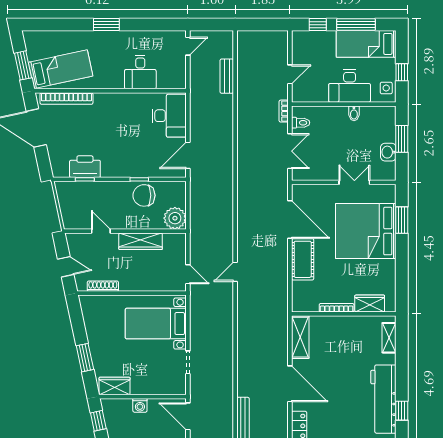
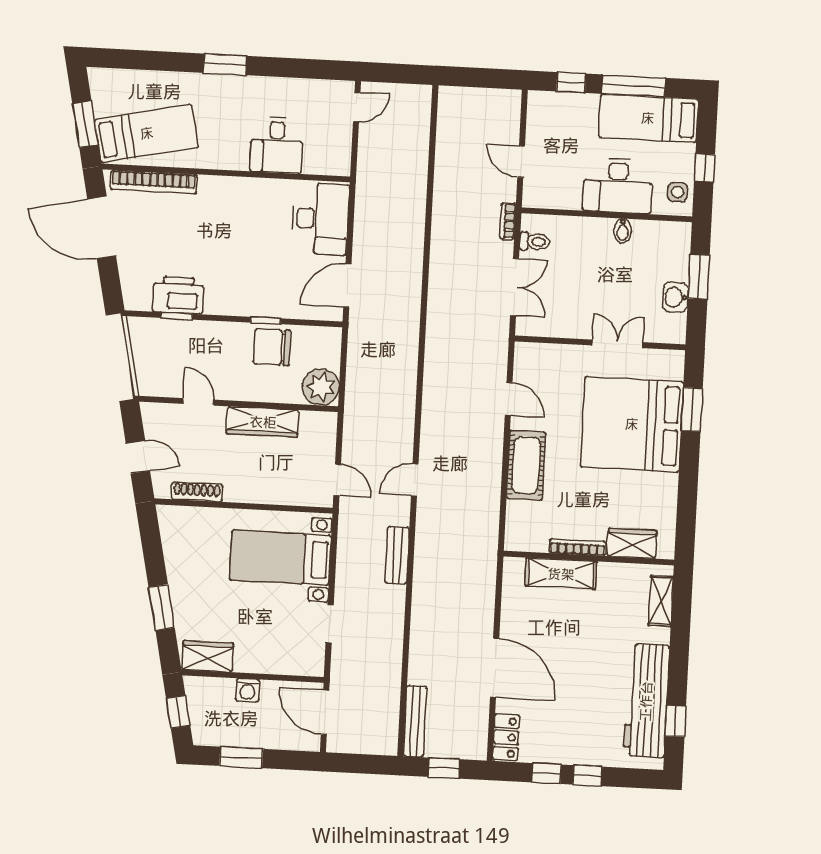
door: (290, 74) -> (521, 162), swing flipped
bench: (227, 76) -> (397, 555), moved
door: (290, 220) -> (509, 399), width x0.53
shelving: (300, 337) -> (561, 574), moved, turned 90

